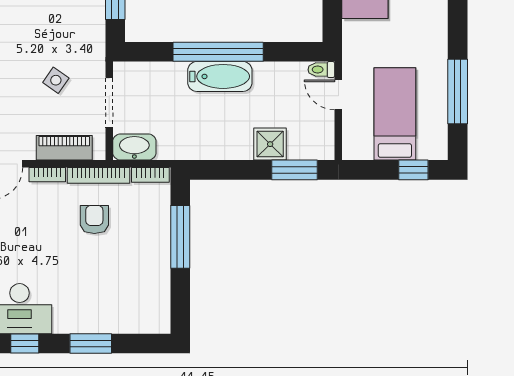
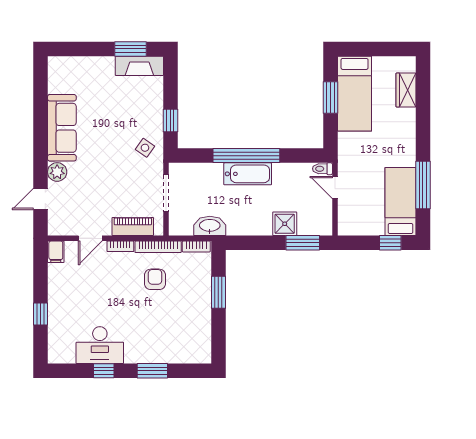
side table: (56, 80) -> (145, 148), moved
bed: (395, 114) -> (400, 201), moved
washbasin: (134, 147) -> (210, 226), moved
window: (180, 237) -> (218, 292), width x0.69

